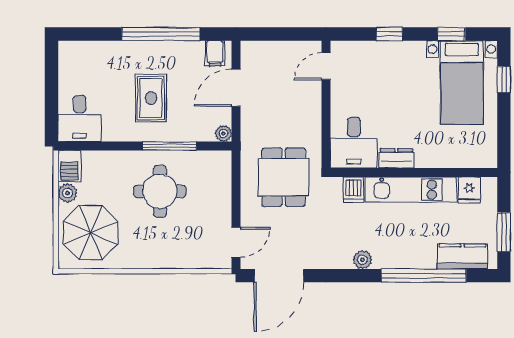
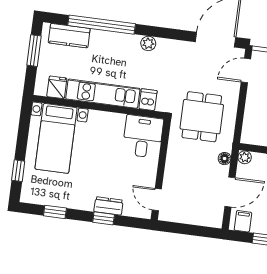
door: (326, 66) -> (157, 200), swing flipped
bed with nightstands: (462, 83) -> (56, 138), moved, turned 180
floor lamp: (248, 129) -> (225, 159), added
dresser: (396, 158) -> (108, 206), moved, turned 180

